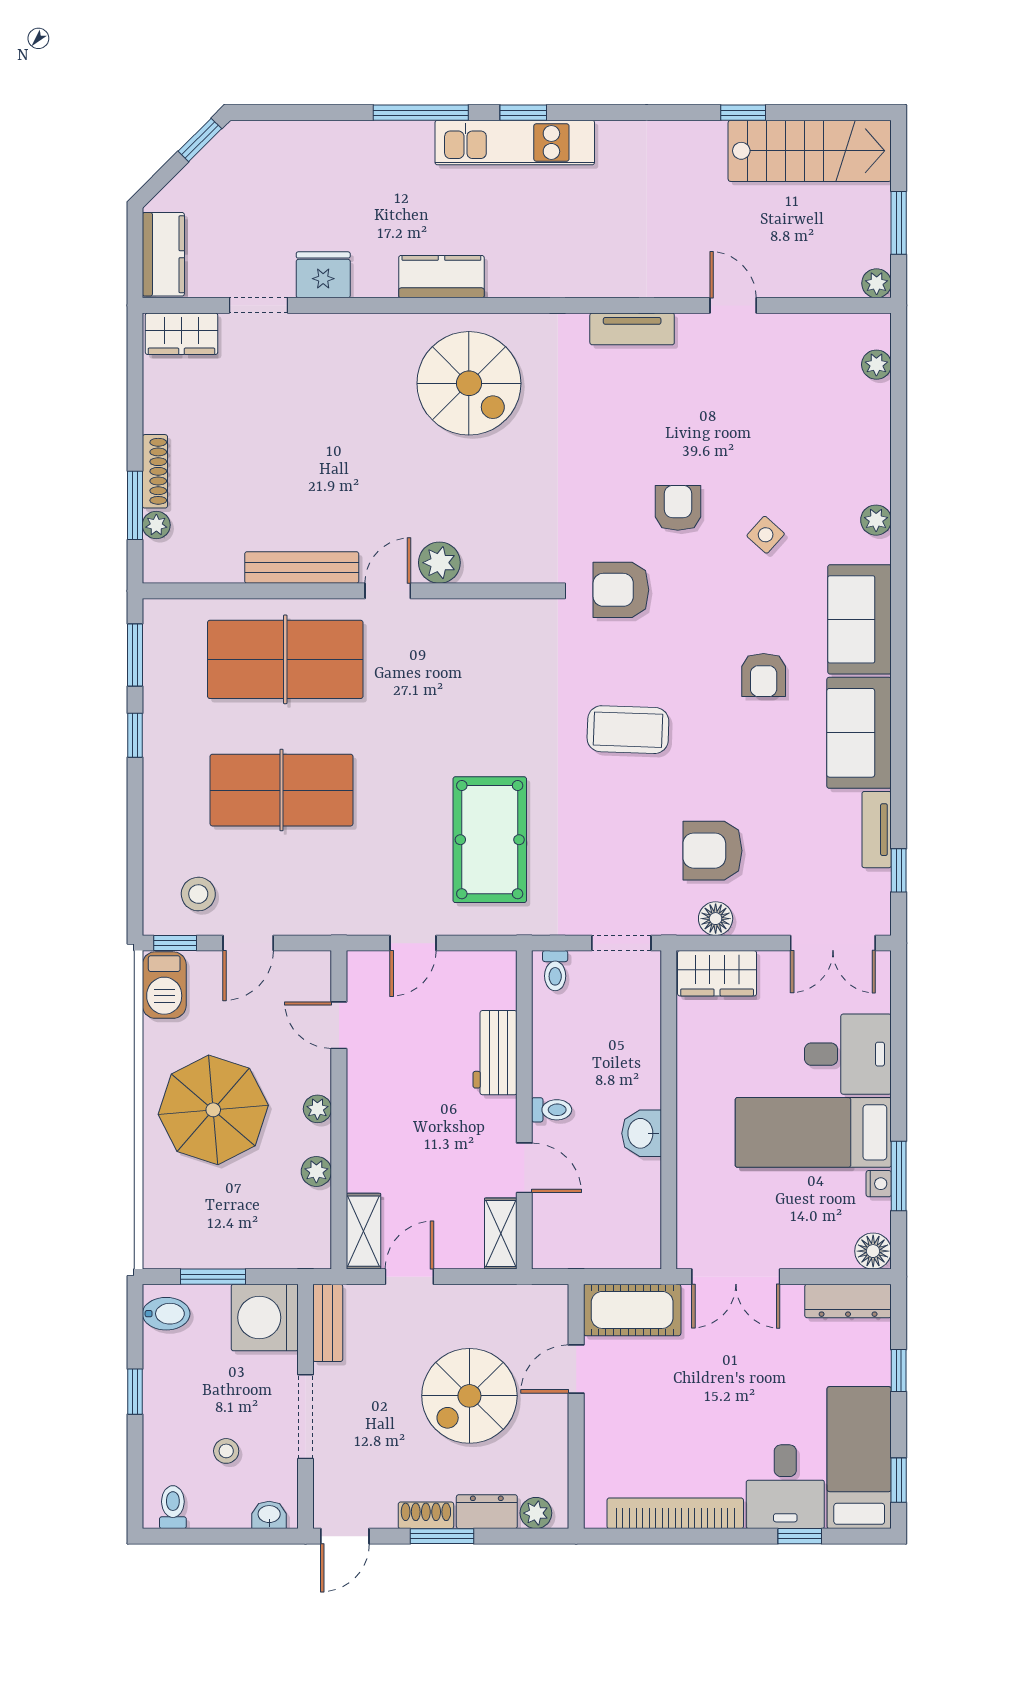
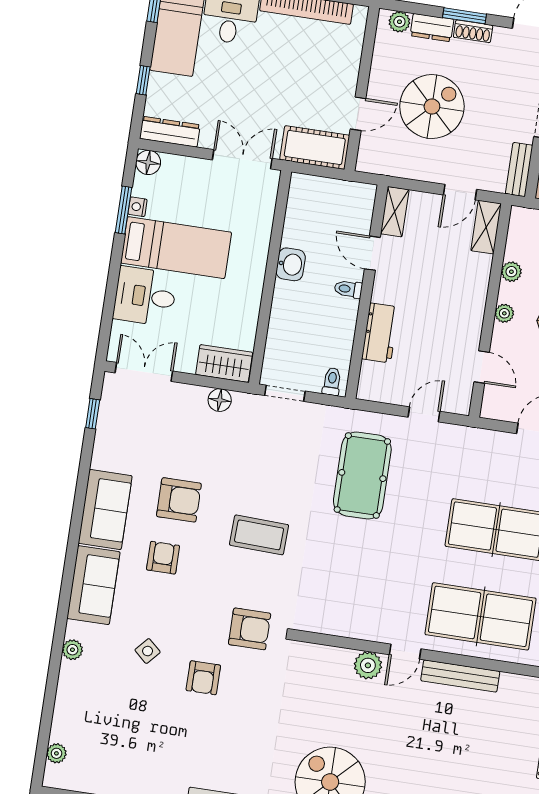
tv unit: (877, 830) -> (103, 443), removed
armchair: (713, 851) -> (179, 500), moved

